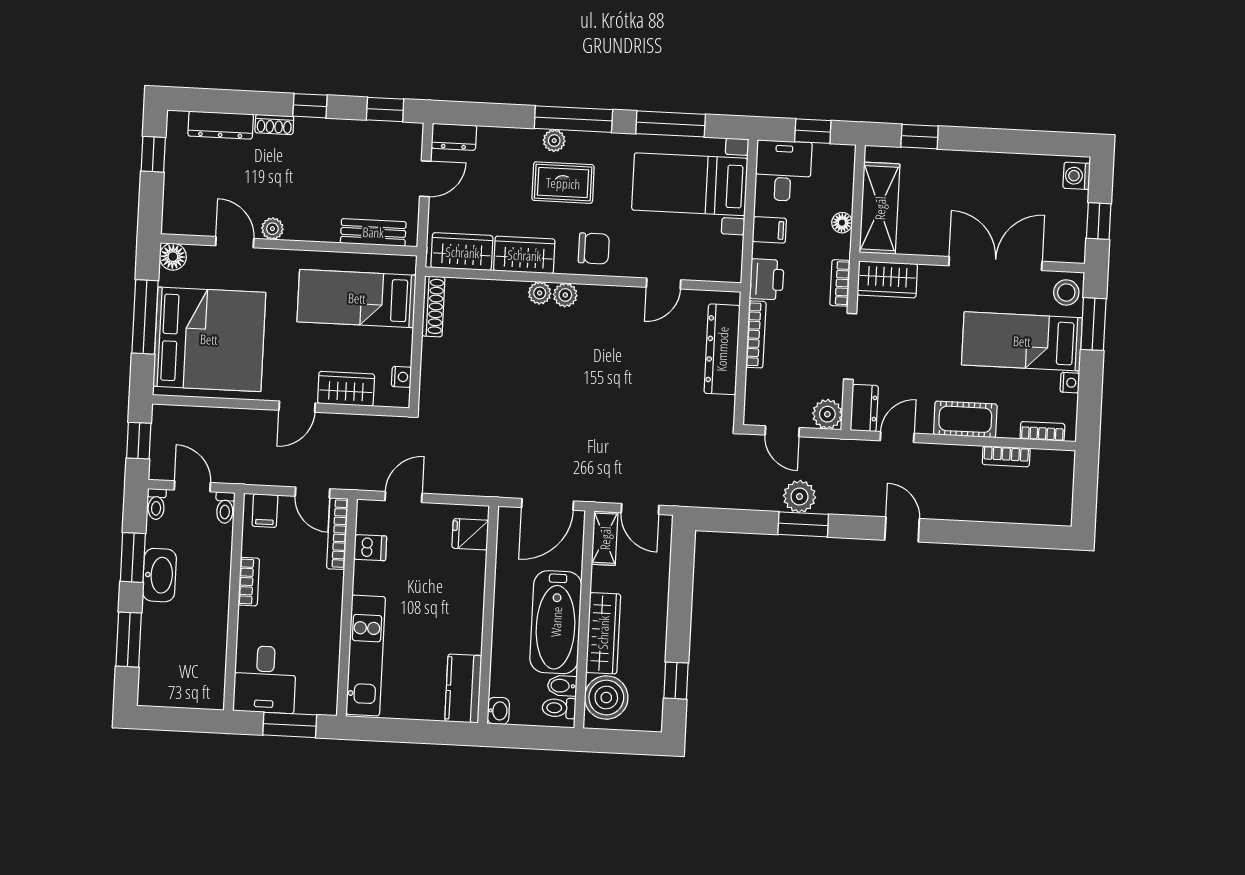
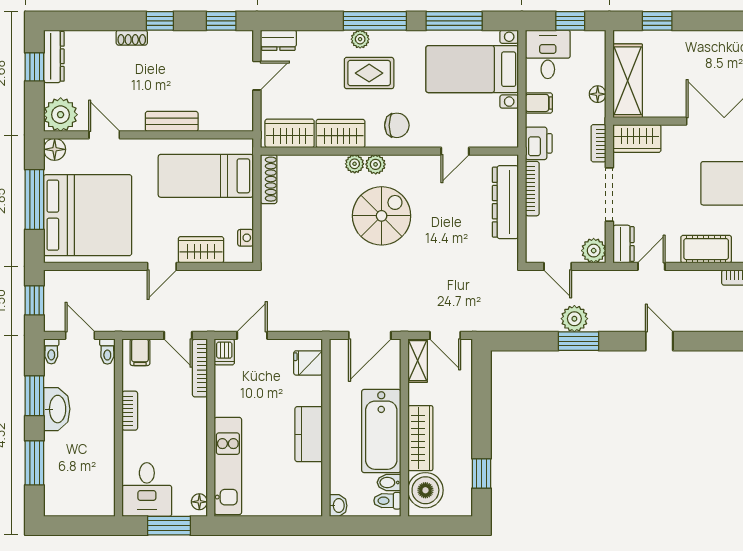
dresser: (221, 125) -> (54, 56), moved, turned -90
plant: (272, 229) -> (61, 115), moved, width x1.88, depth x1.88
bench: (373, 232) -> (172, 121), moved
spiral stairs: (570, 358) -> (382, 216), added
dishwasher: (370, 548) -> (224, 352), moved, turned 90
kitchen counter: (463, 689) -> (309, 434), moved
floor lamp: (328, 698) -> (199, 502), added

